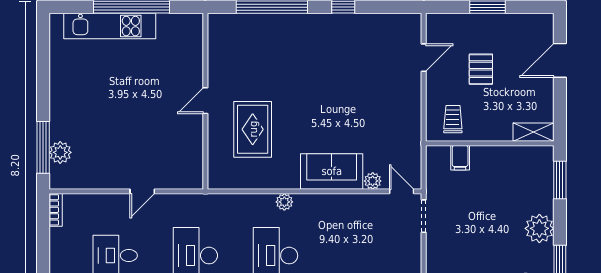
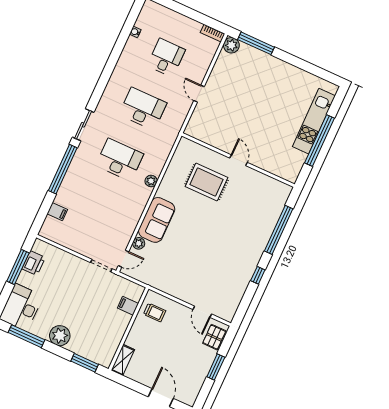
pallet: (481, 69) -> (214, 337), moved, turned 90
plant: (60, 152) -> (231, 45), moved

